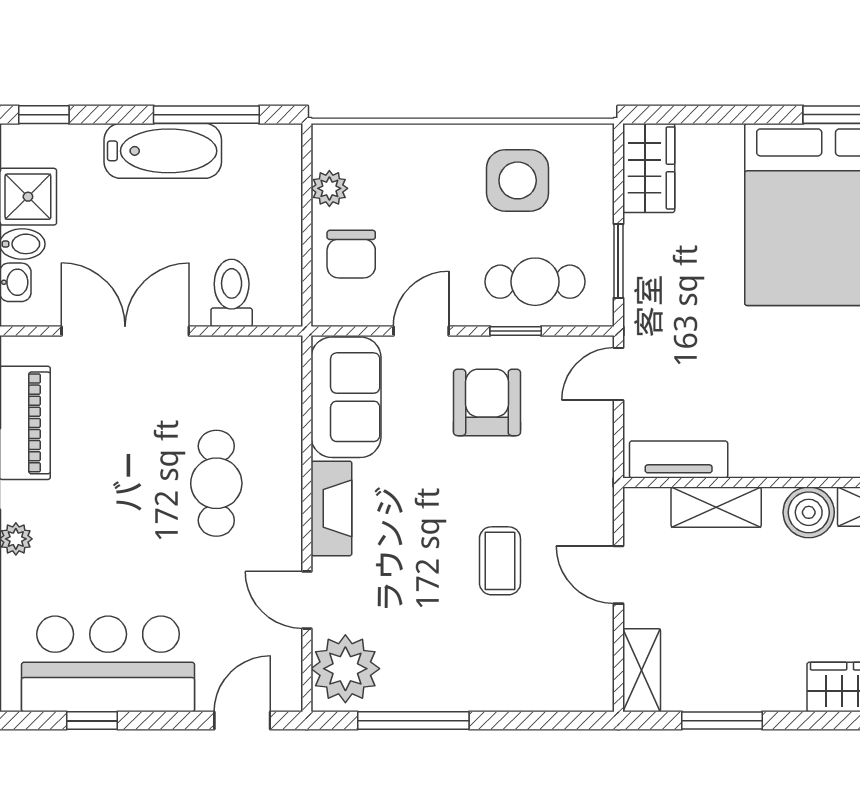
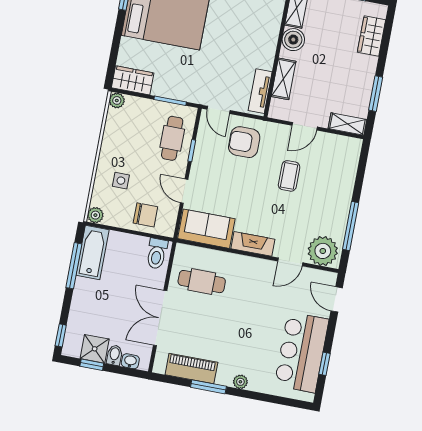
plant: (597, 141) -> (117, 100), added
bathtub: (163, 151) -> (93, 252), moved
side table: (518, 180) -> (121, 181), moved, width x0.54, depth x0.54
plant: (329, 188) -> (95, 215), moved
toilet: (232, 293) -> (157, 254), moved, turned -90
armchair: (487, 402) -> (244, 142), moved
cafe table: (216, 483) -> (202, 282), moved
coffee table: (500, 561) -> (289, 176), turned 90

